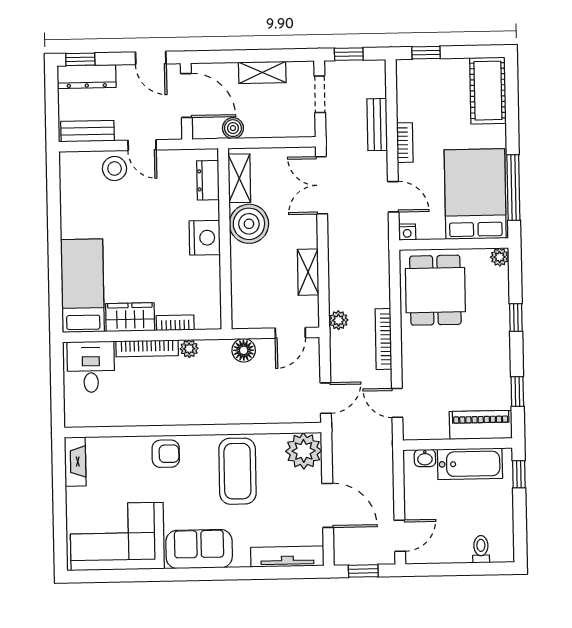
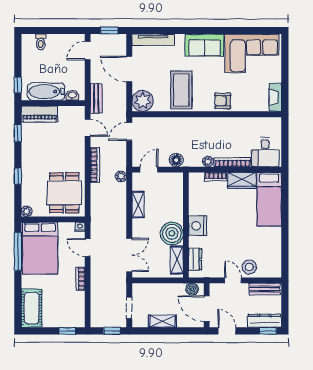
bench: (377, 125) -> (96, 98), moved
boiler: (233, 128) -> (192, 289), moved

